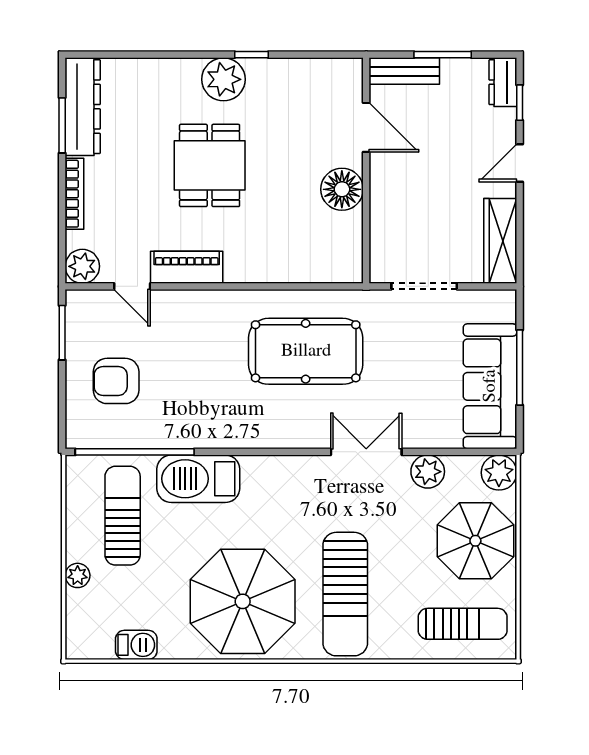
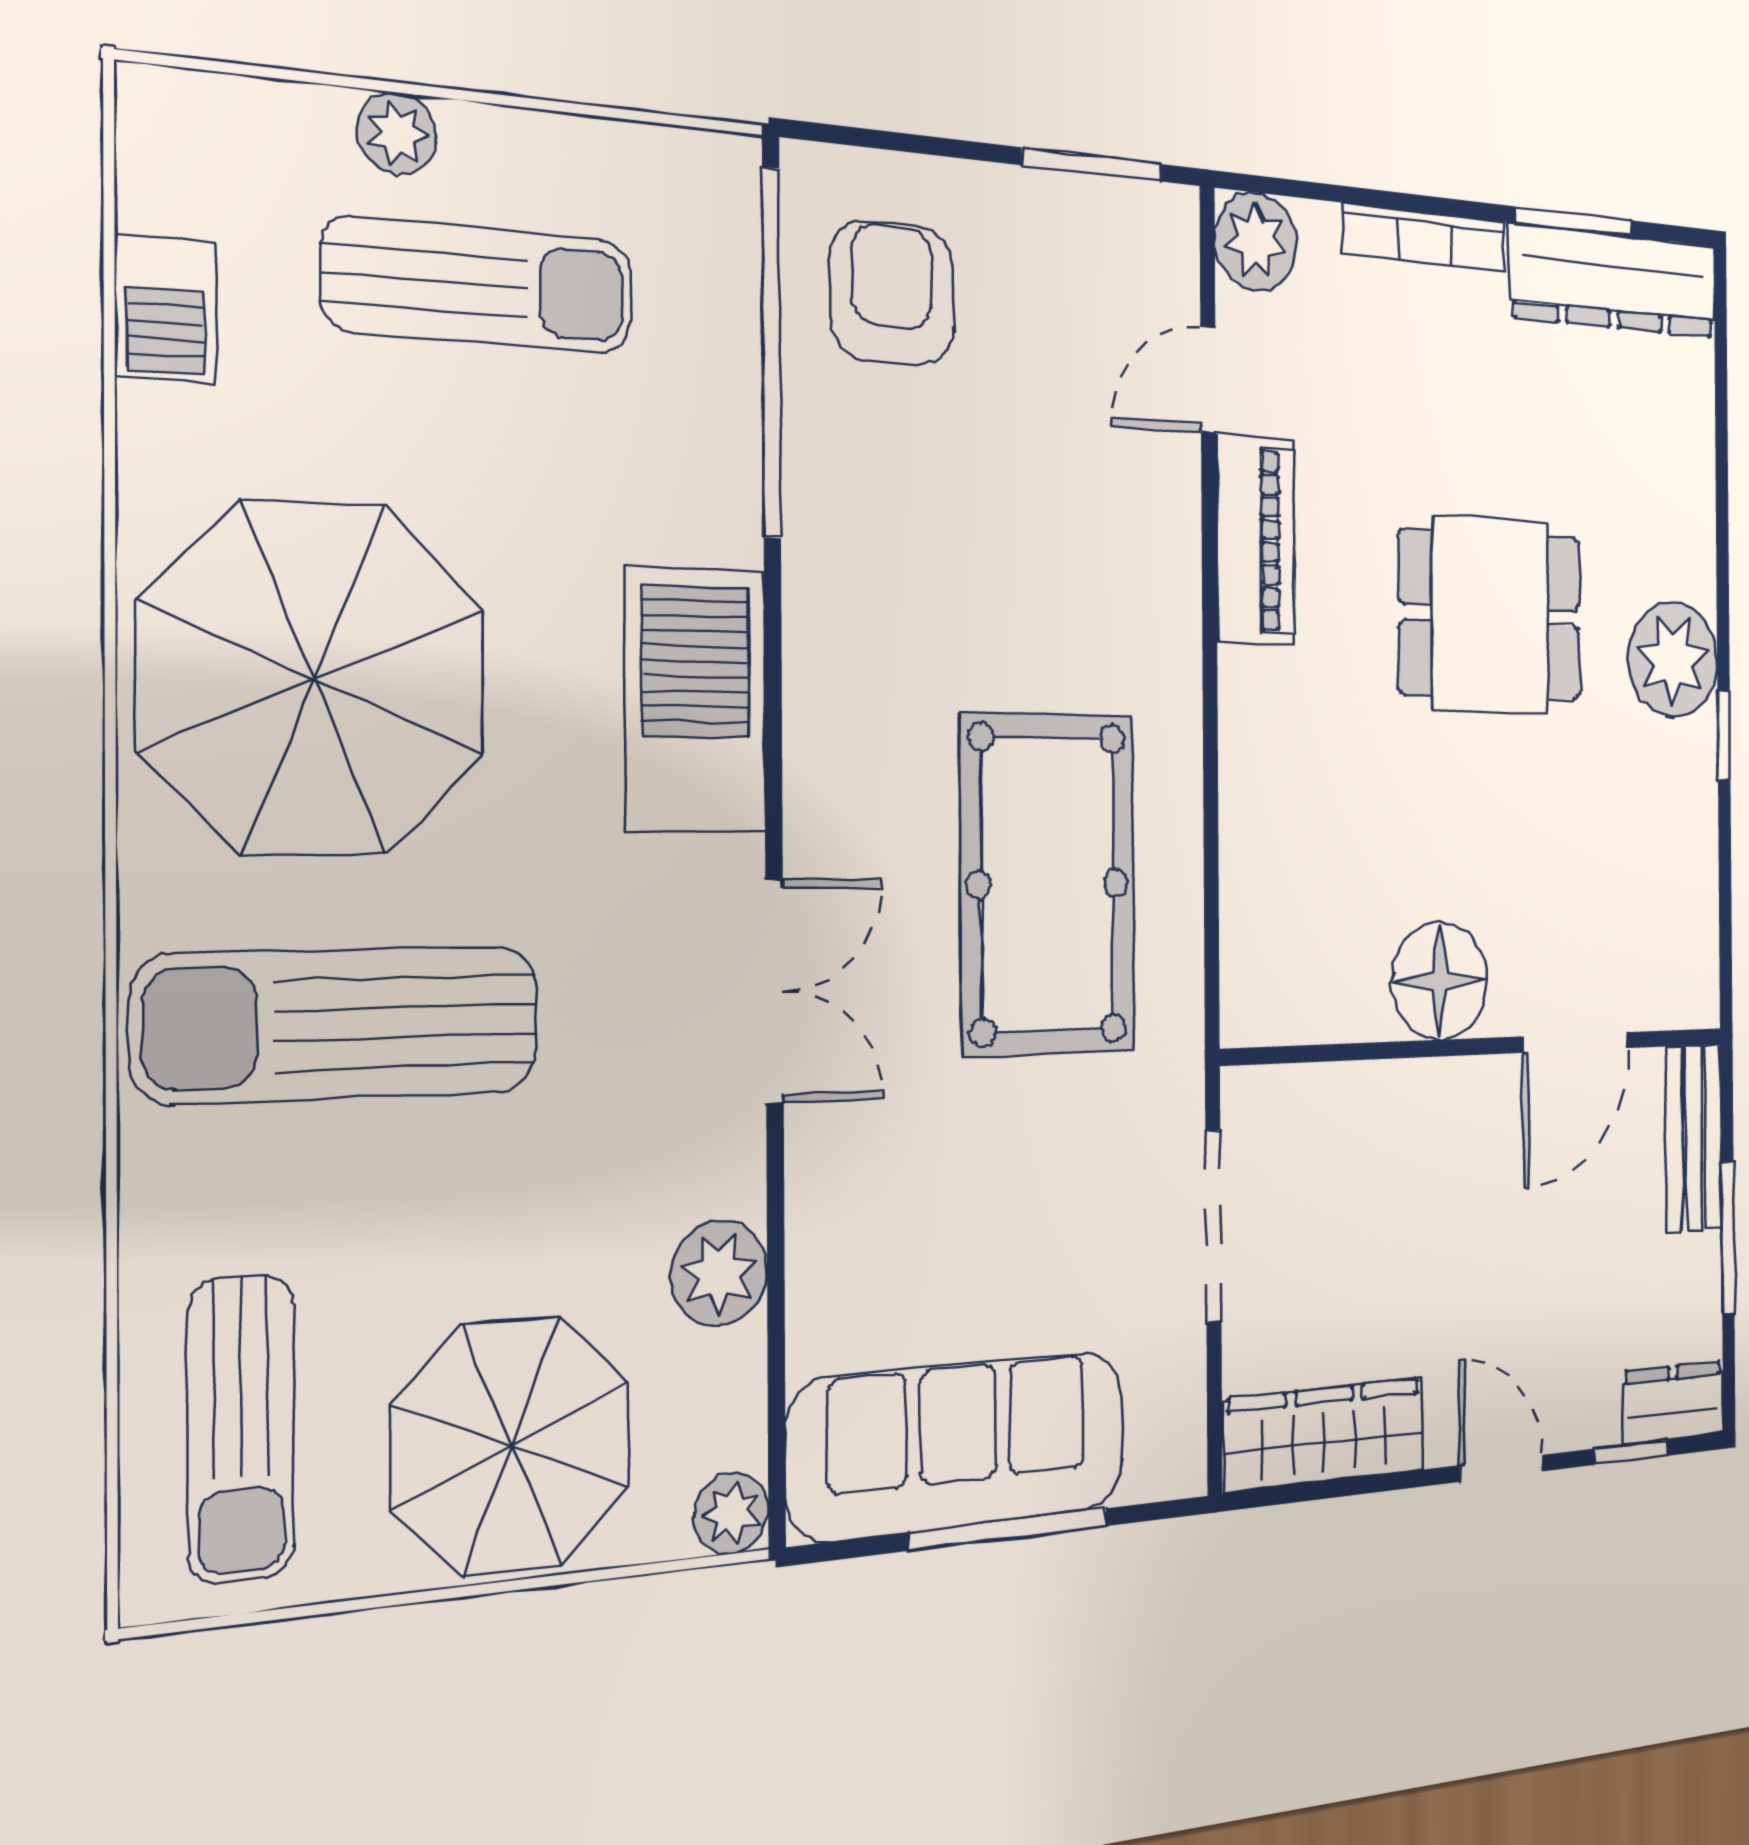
armchair: (116, 381) -> (892, 293), moved
double door: (366, 452) -> (775, 992), moved
plant: (499, 473) -> (731, 1513), width x0.73, depth x0.73
barbecue: (198, 479) -> (696, 701), moved
sun lounger: (123, 516) -> (479, 285), moved

